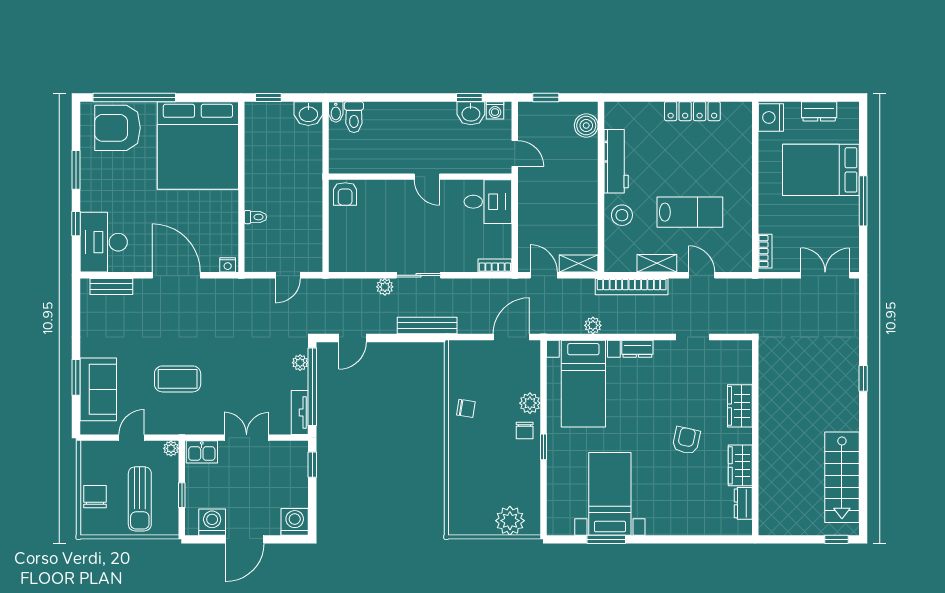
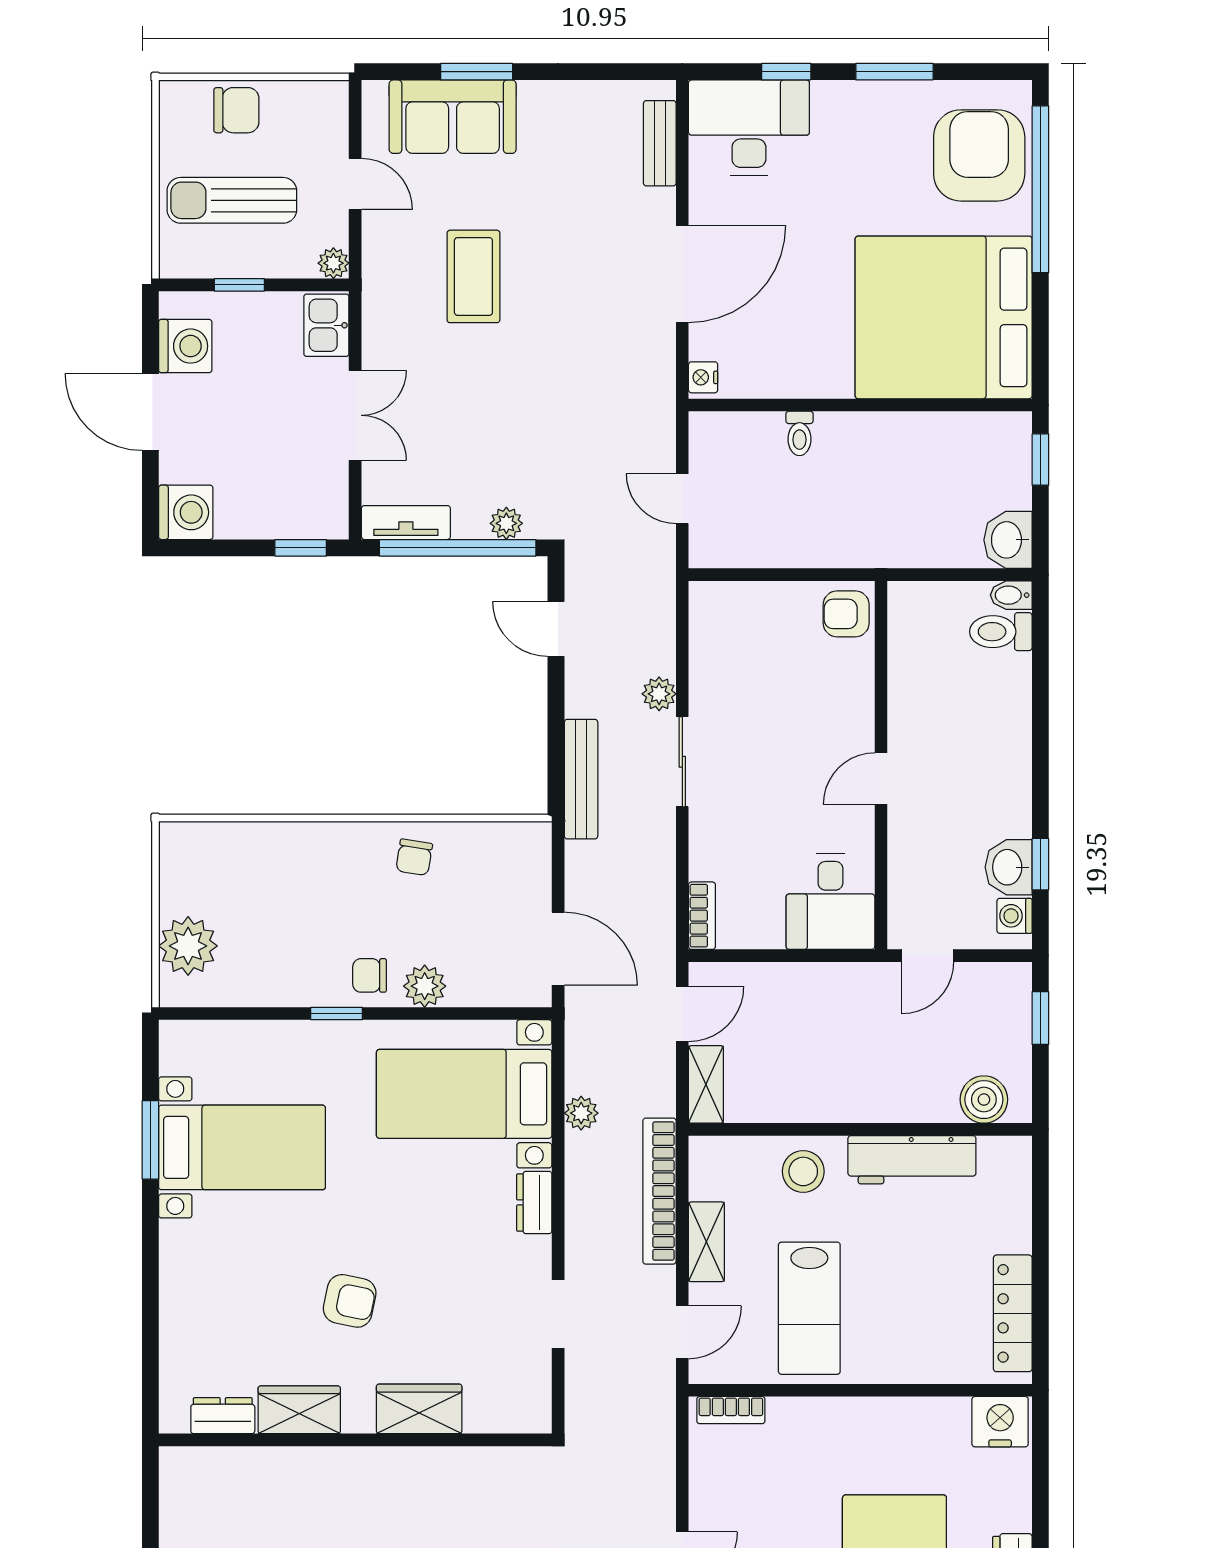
nightstand: (771, 117) -> (1000, 1422), moved
wall: (755, 187) -> (860, 1390), moved
bookcase: (765, 251) -> (731, 1410), moved

